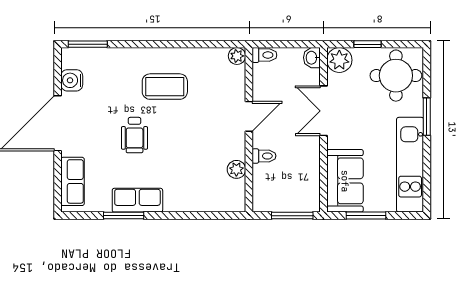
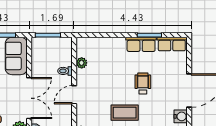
double door: (323, 111) -> (29, 98), width x1.37
row of seats: (73, 181) -> (172, 44), moved, turned -90

